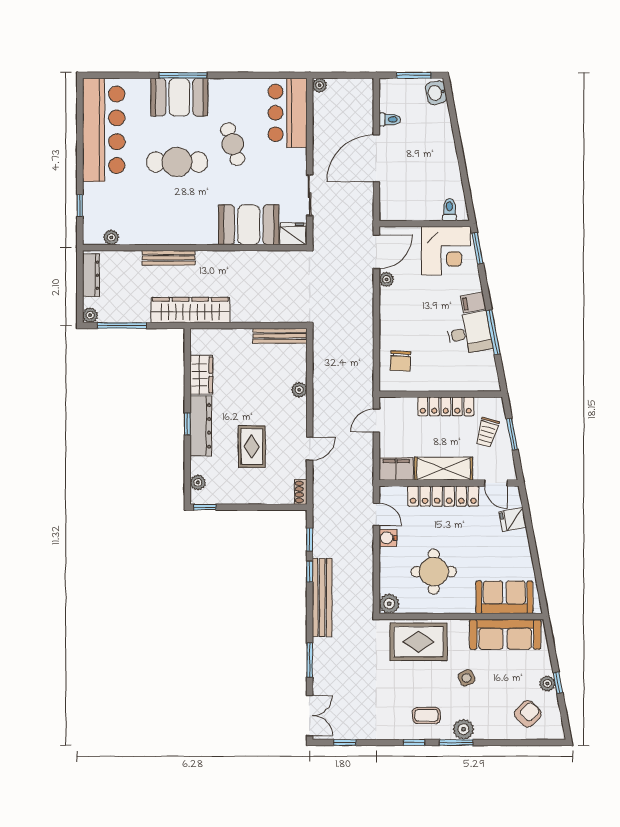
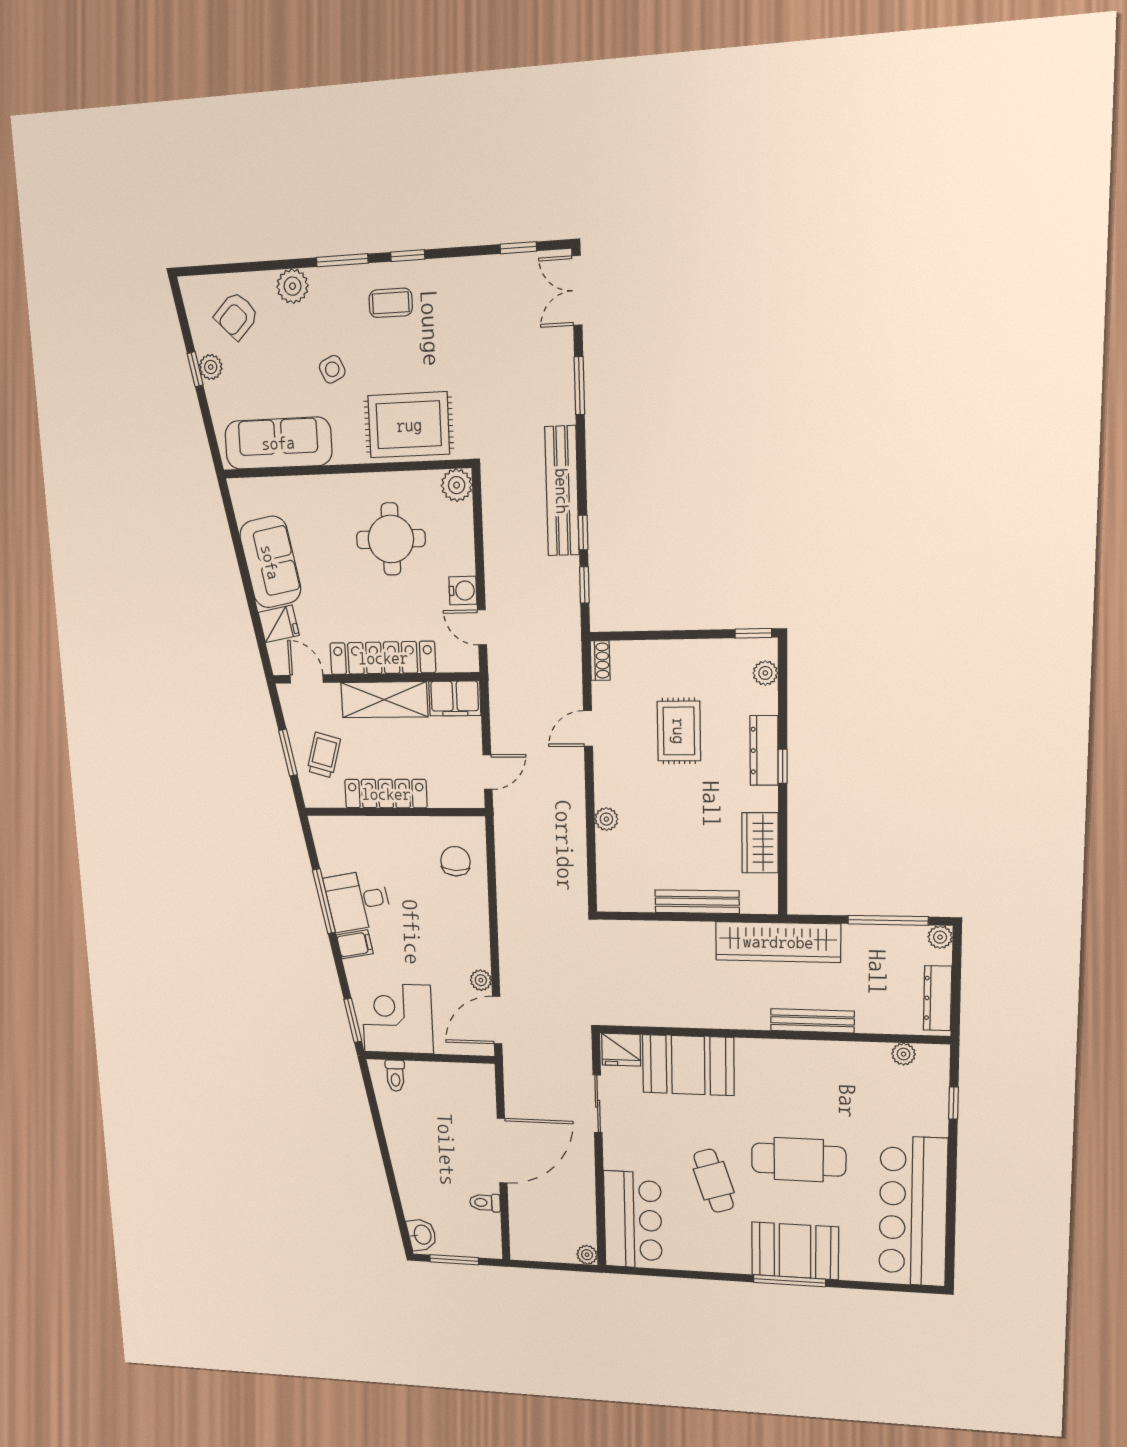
bench: (280, 336) -> (697, 902), moved
dresser: (201, 426) -> (764, 751), width x0.73, depth x0.80
sofa: (504, 597) -> (270, 562), moved, turned -100
plant: (463, 729) -> (293, 286), moved

